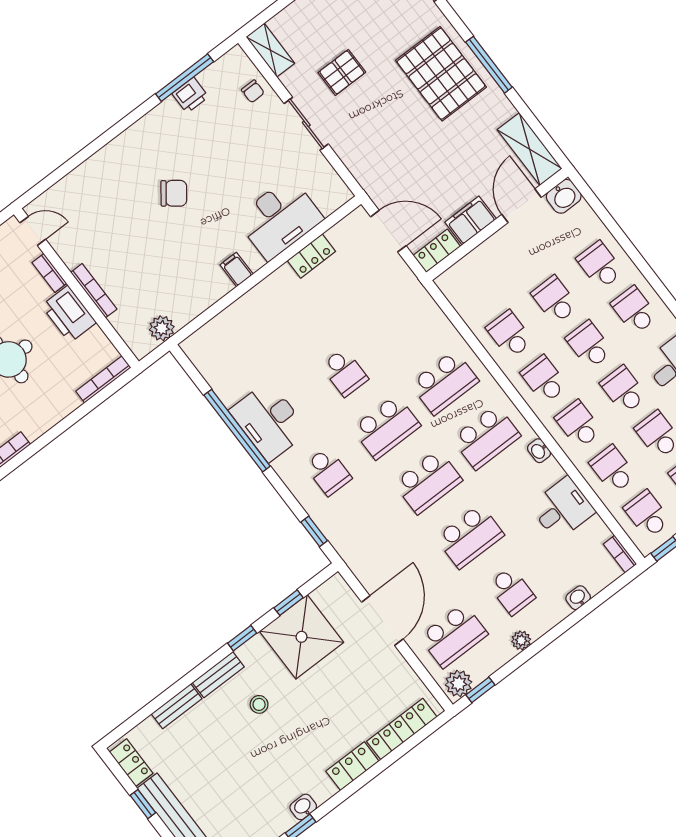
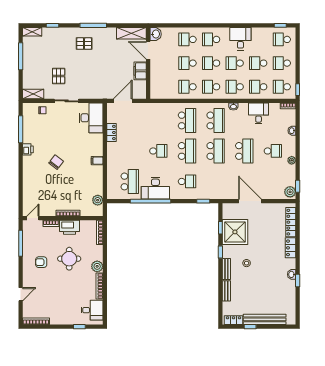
pallet: (441, 74) -> (84, 44), width x0.49, depth x0.50
printer: (190, 95) -> (28, 149), moved
desk: (279, 218) -> (91, 118), moved
locker: (437, 251) -> (142, 90), removed
plant: (35, 424) -> (97, 266), added
school desk: (453, 635) -> (130, 181), moved

